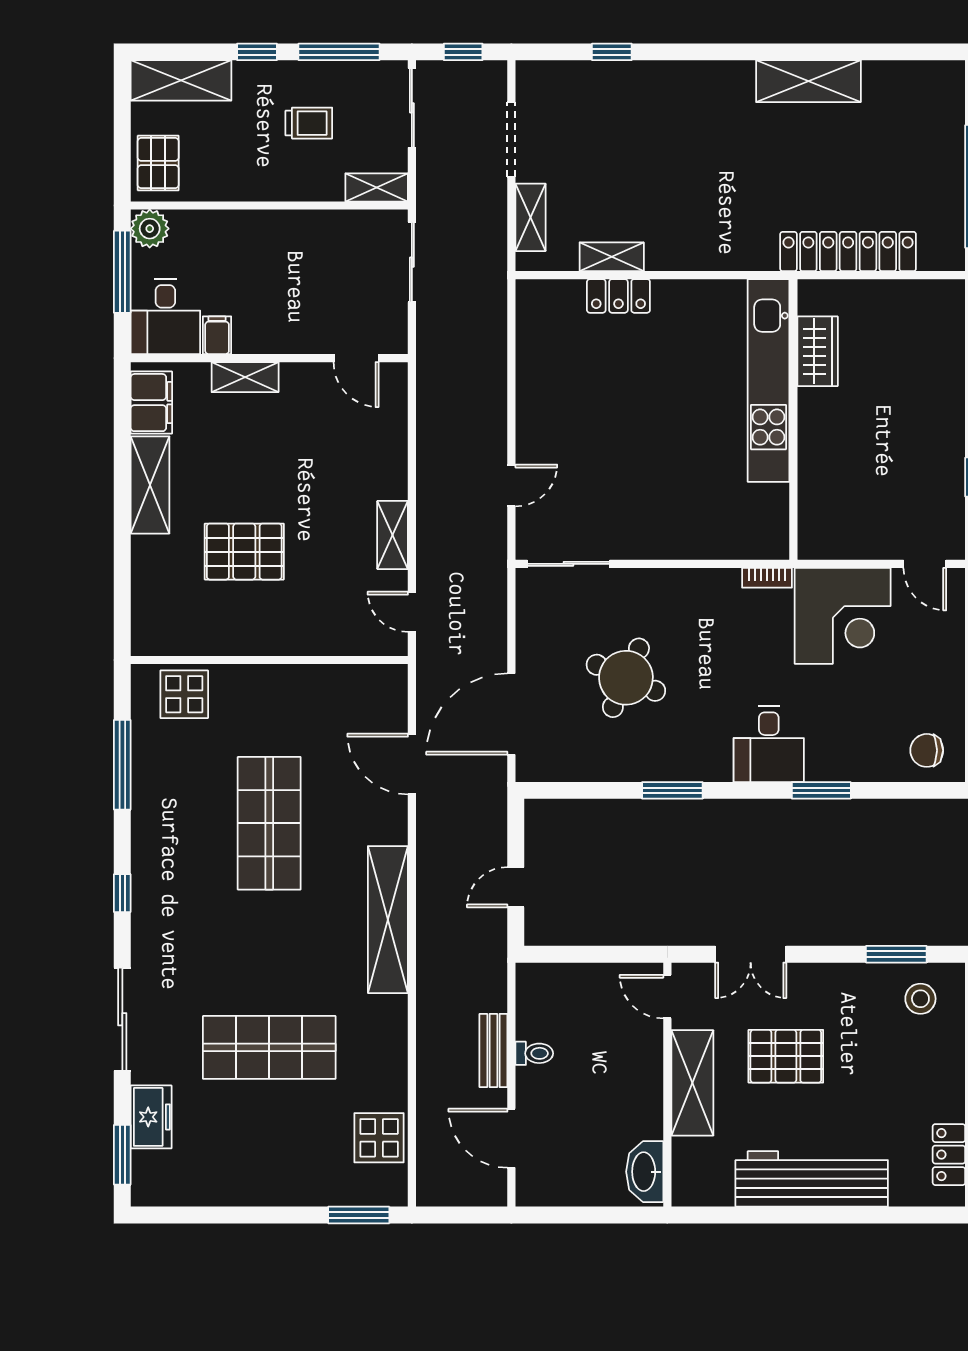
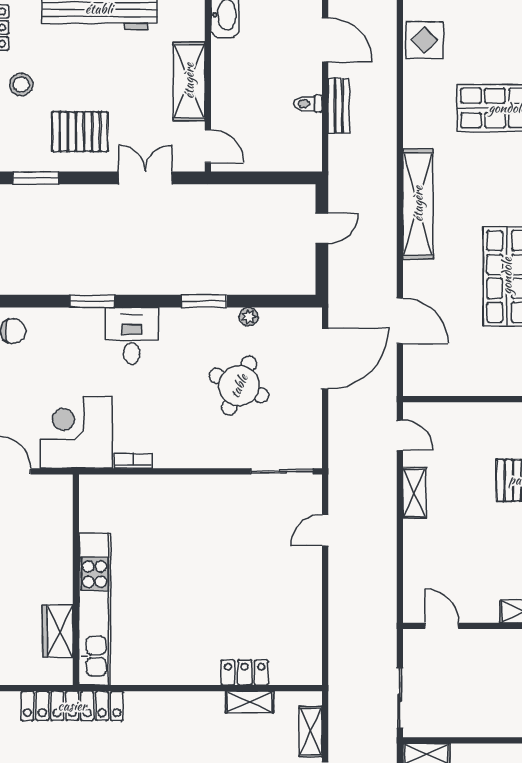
wardrobe: (818, 351) -> (58, 631), moved
kitchen unit: (768, 380) -> (95, 609), moved
wall: (793, 419) -> (76, 580), moved
plant: (613, 770) -> (249, 317), added
stool: (920, 999) -> (21, 85), moved
pallet: (786, 1056) -> (80, 132), moved

